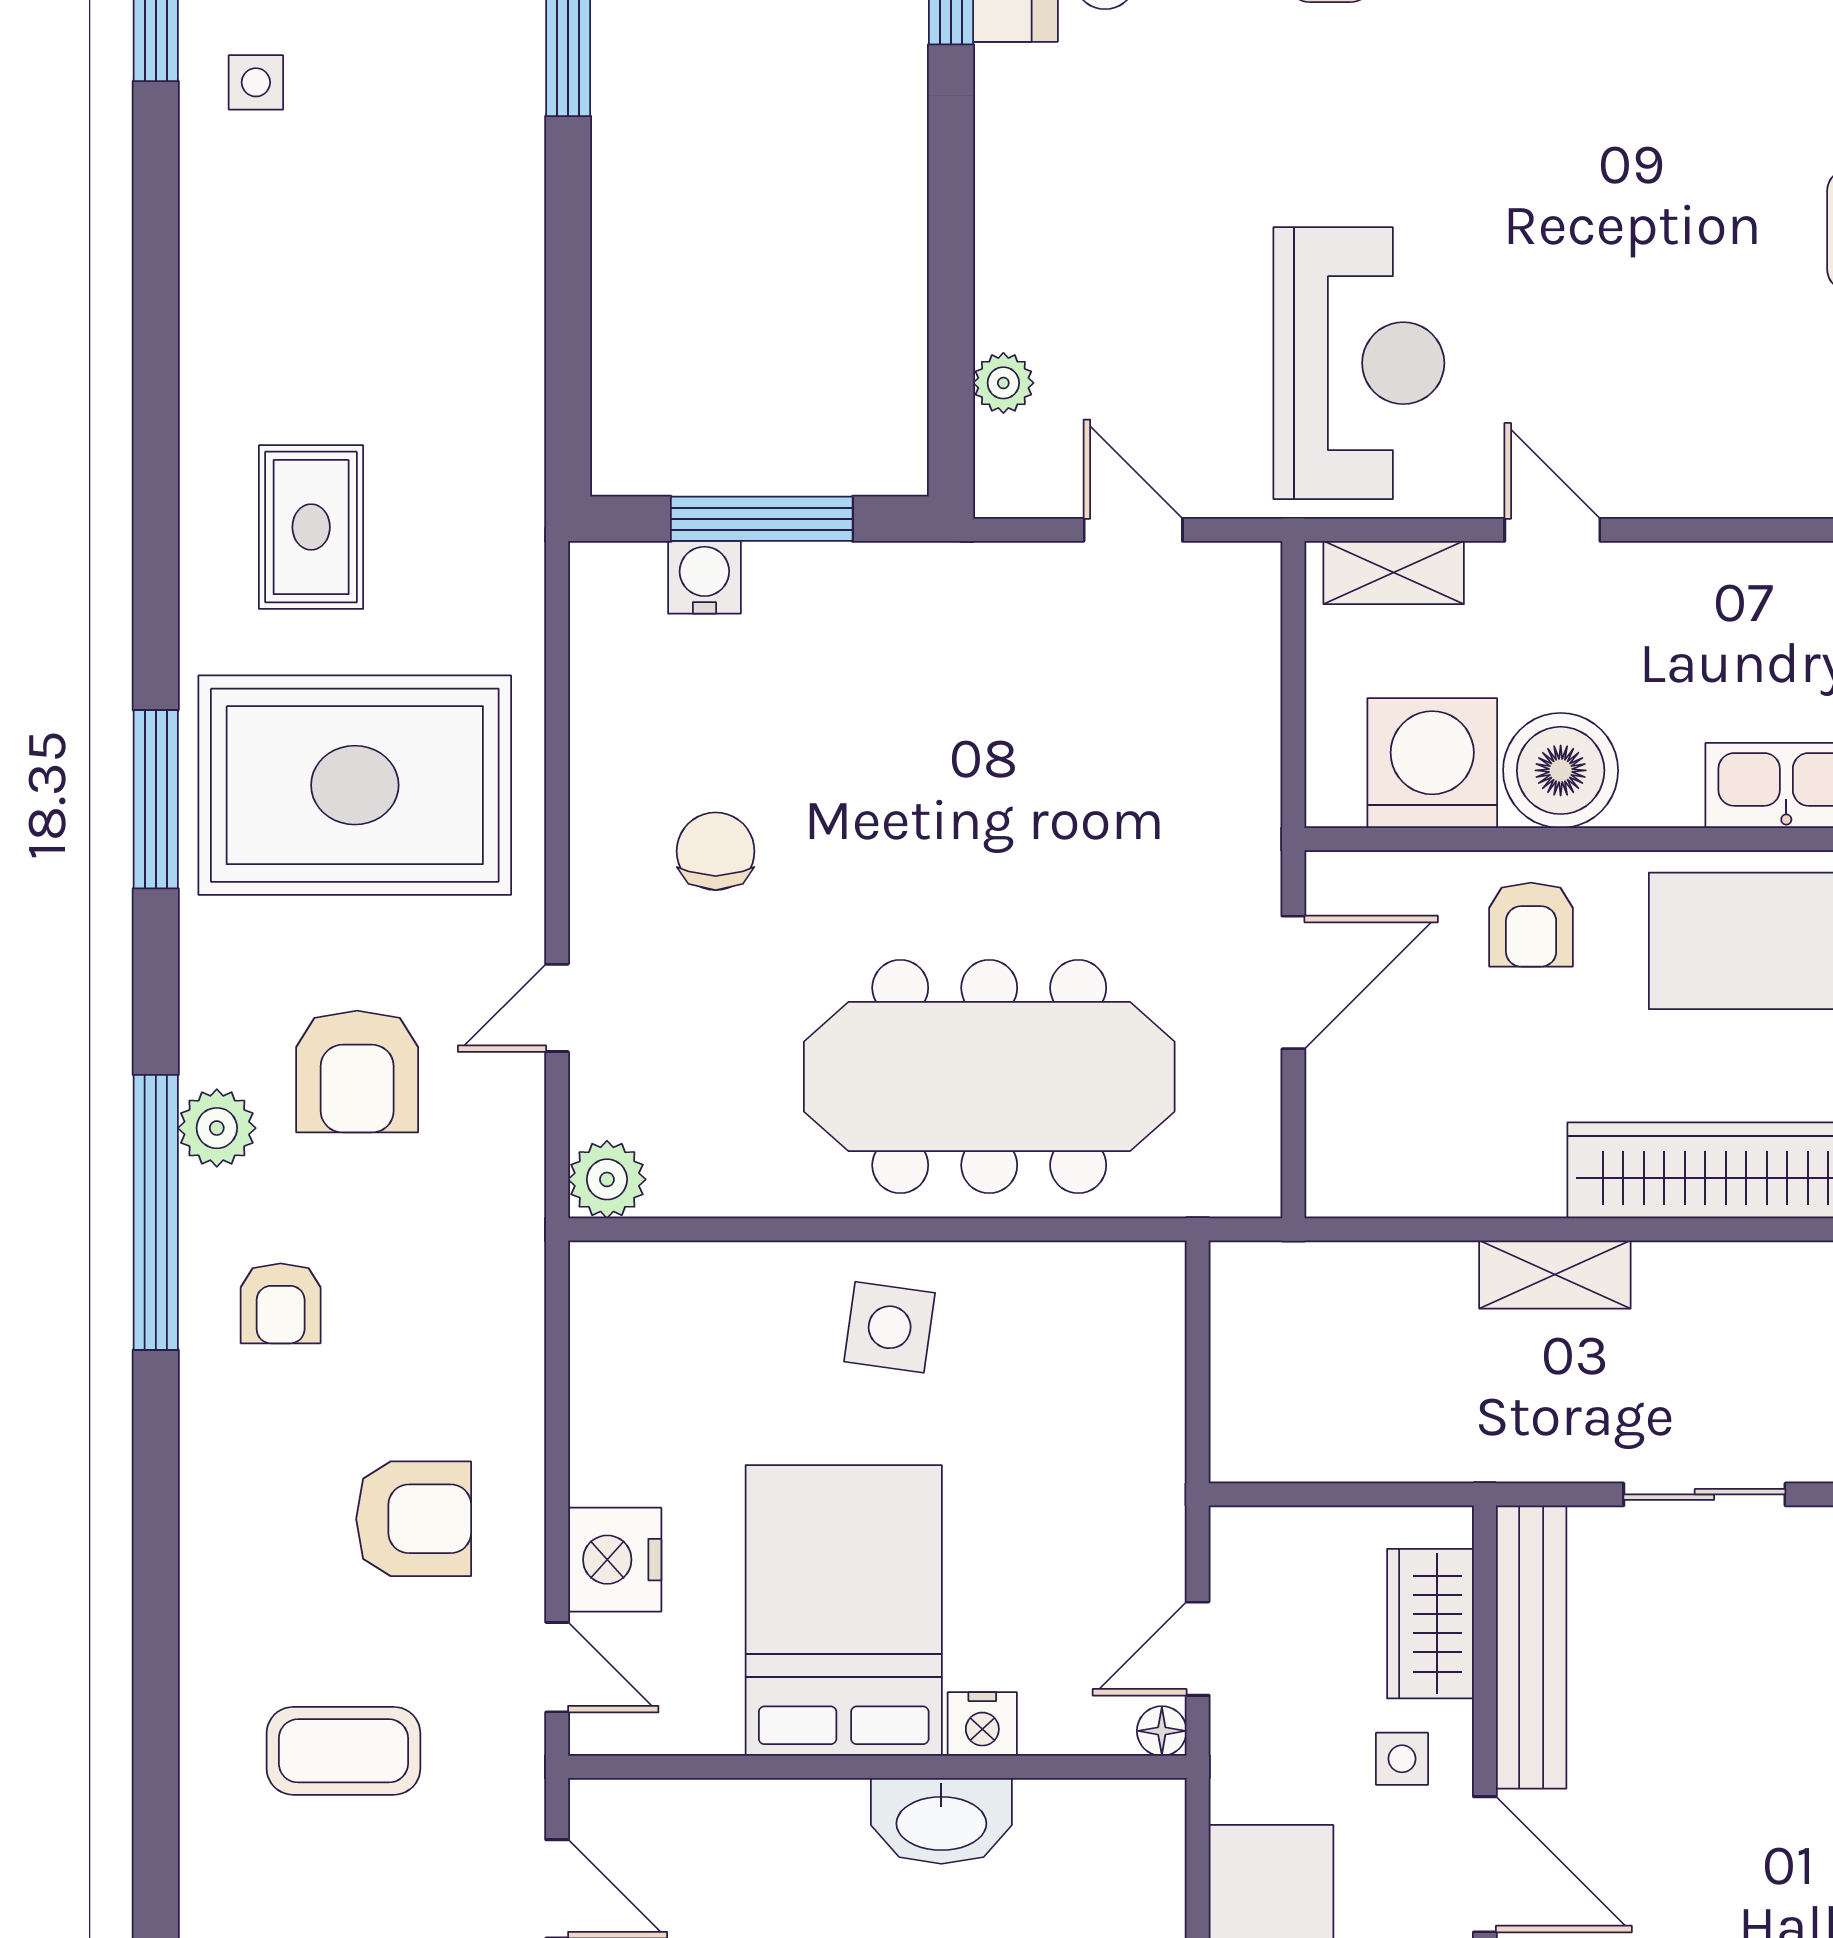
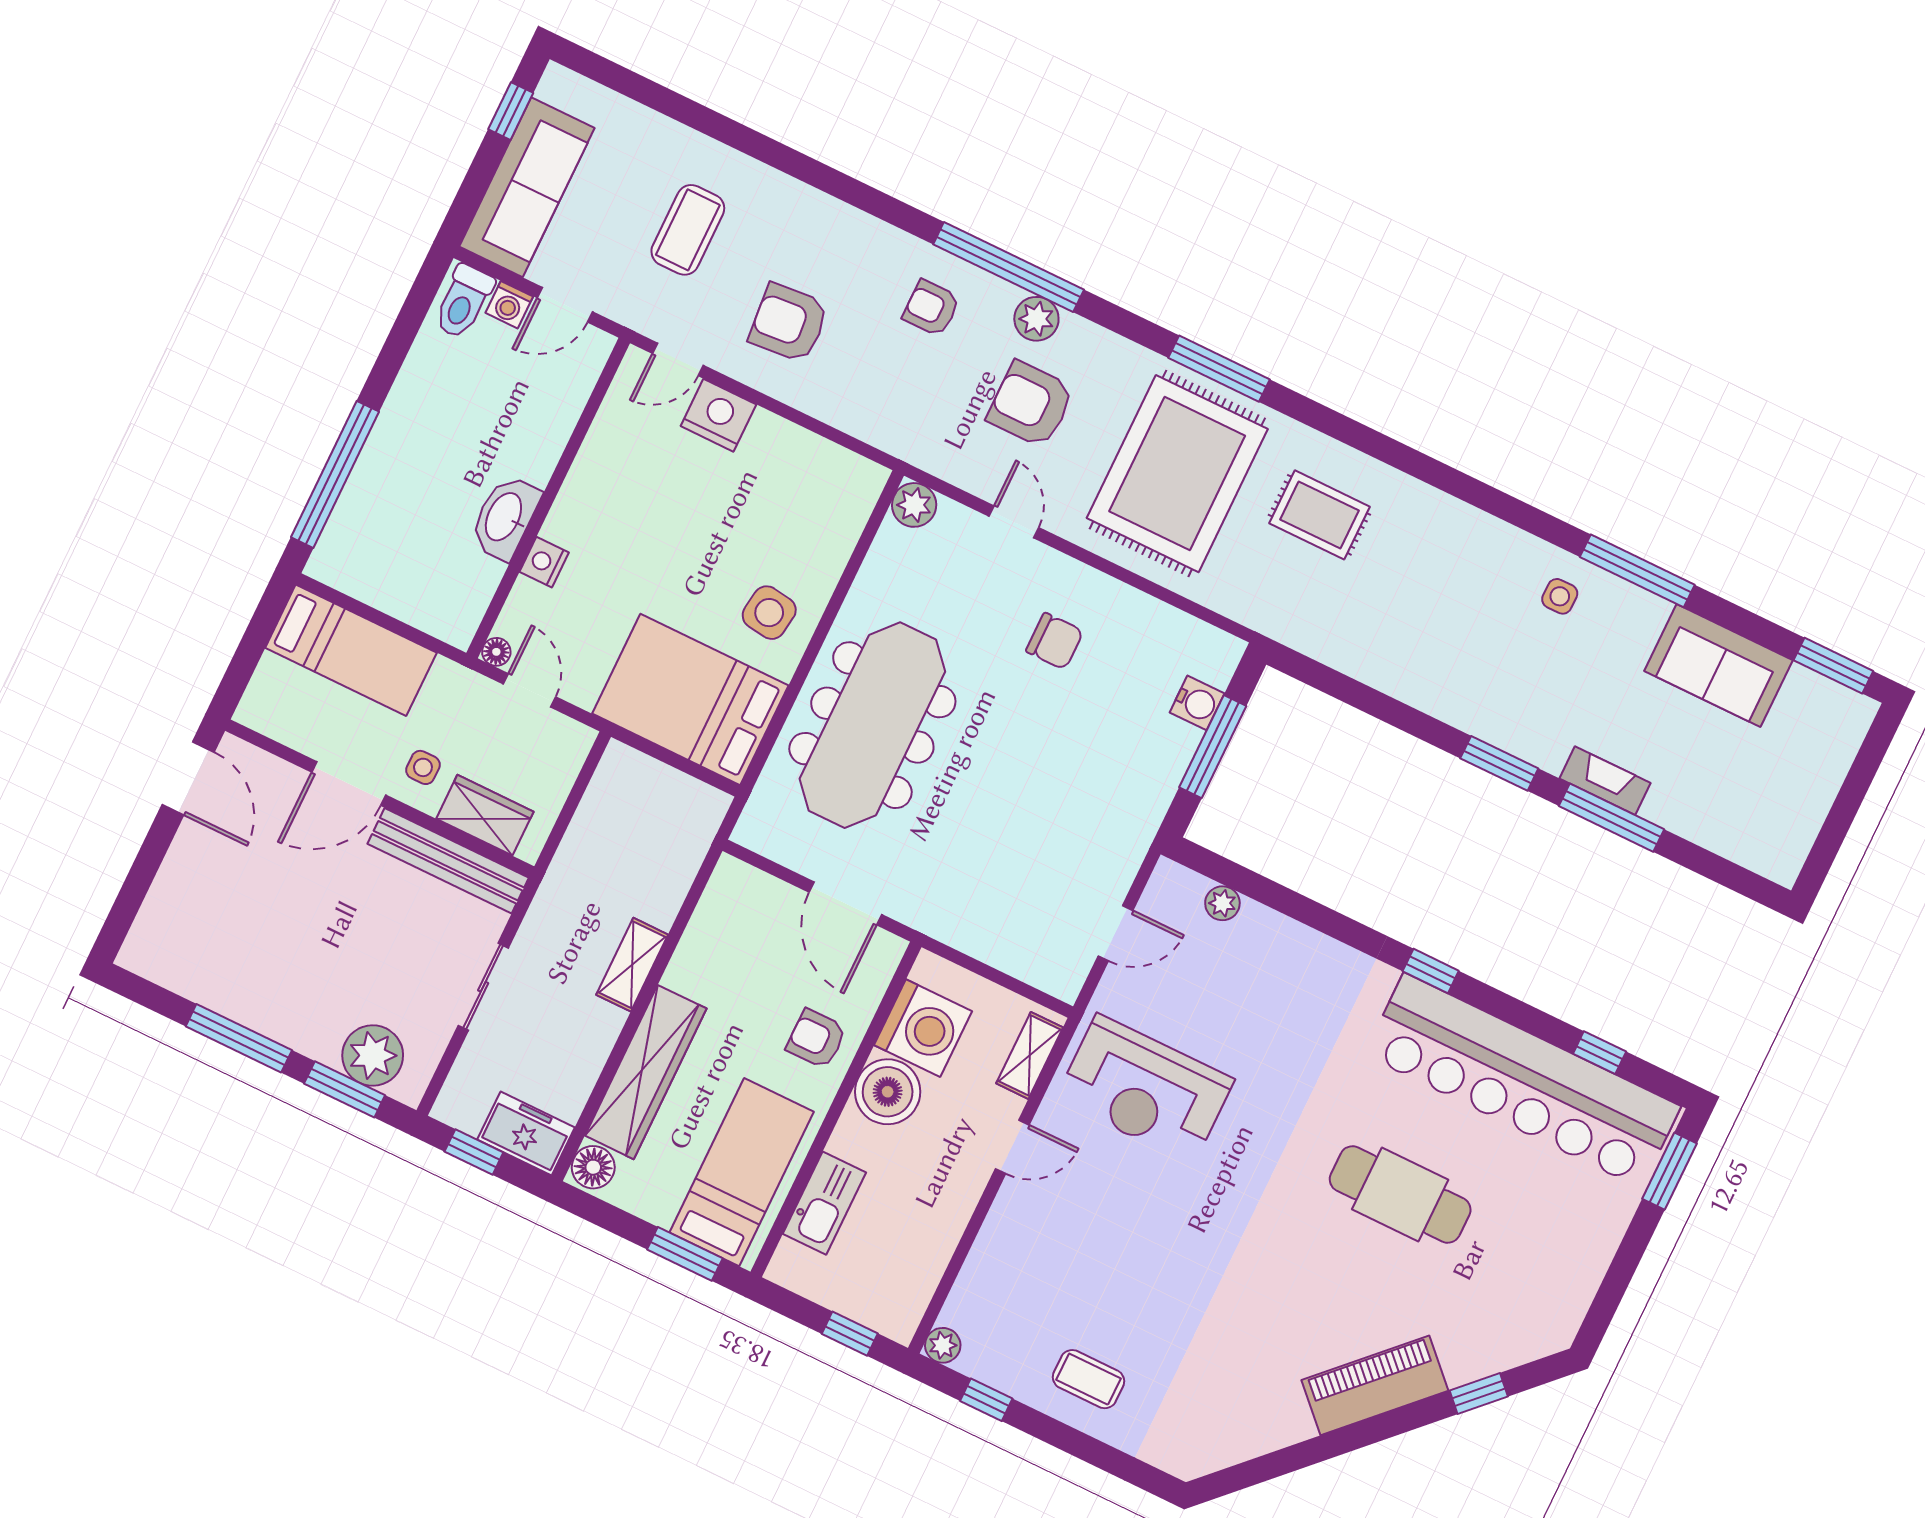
armchair: (414, 1519) -> (789, 323), turned 85
bed: (844, 1610) -> (690, 700), moved, turned 180

